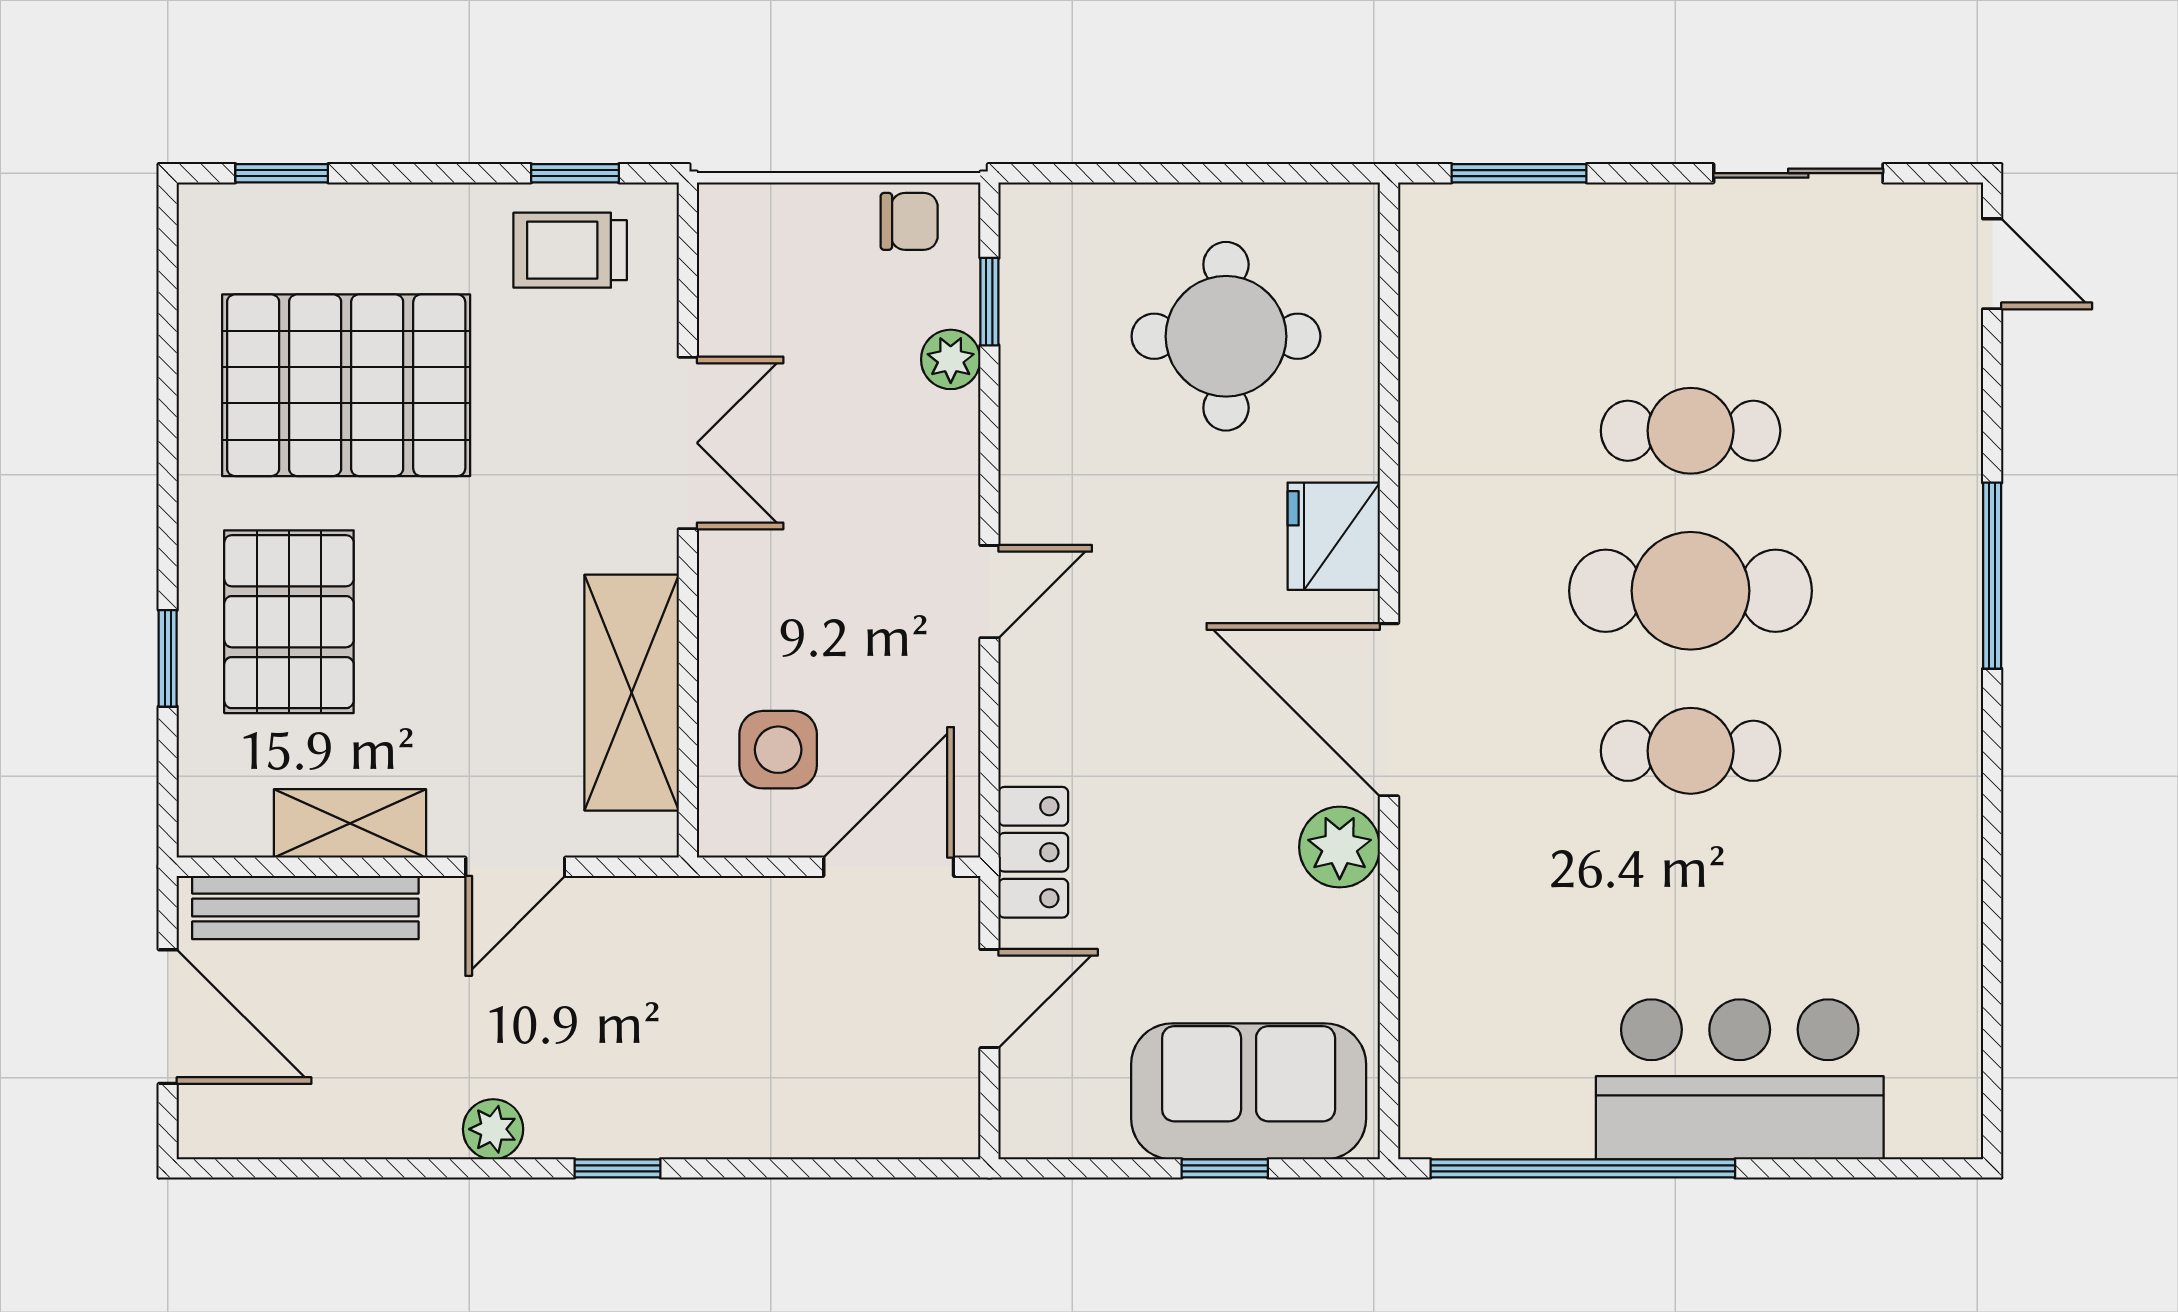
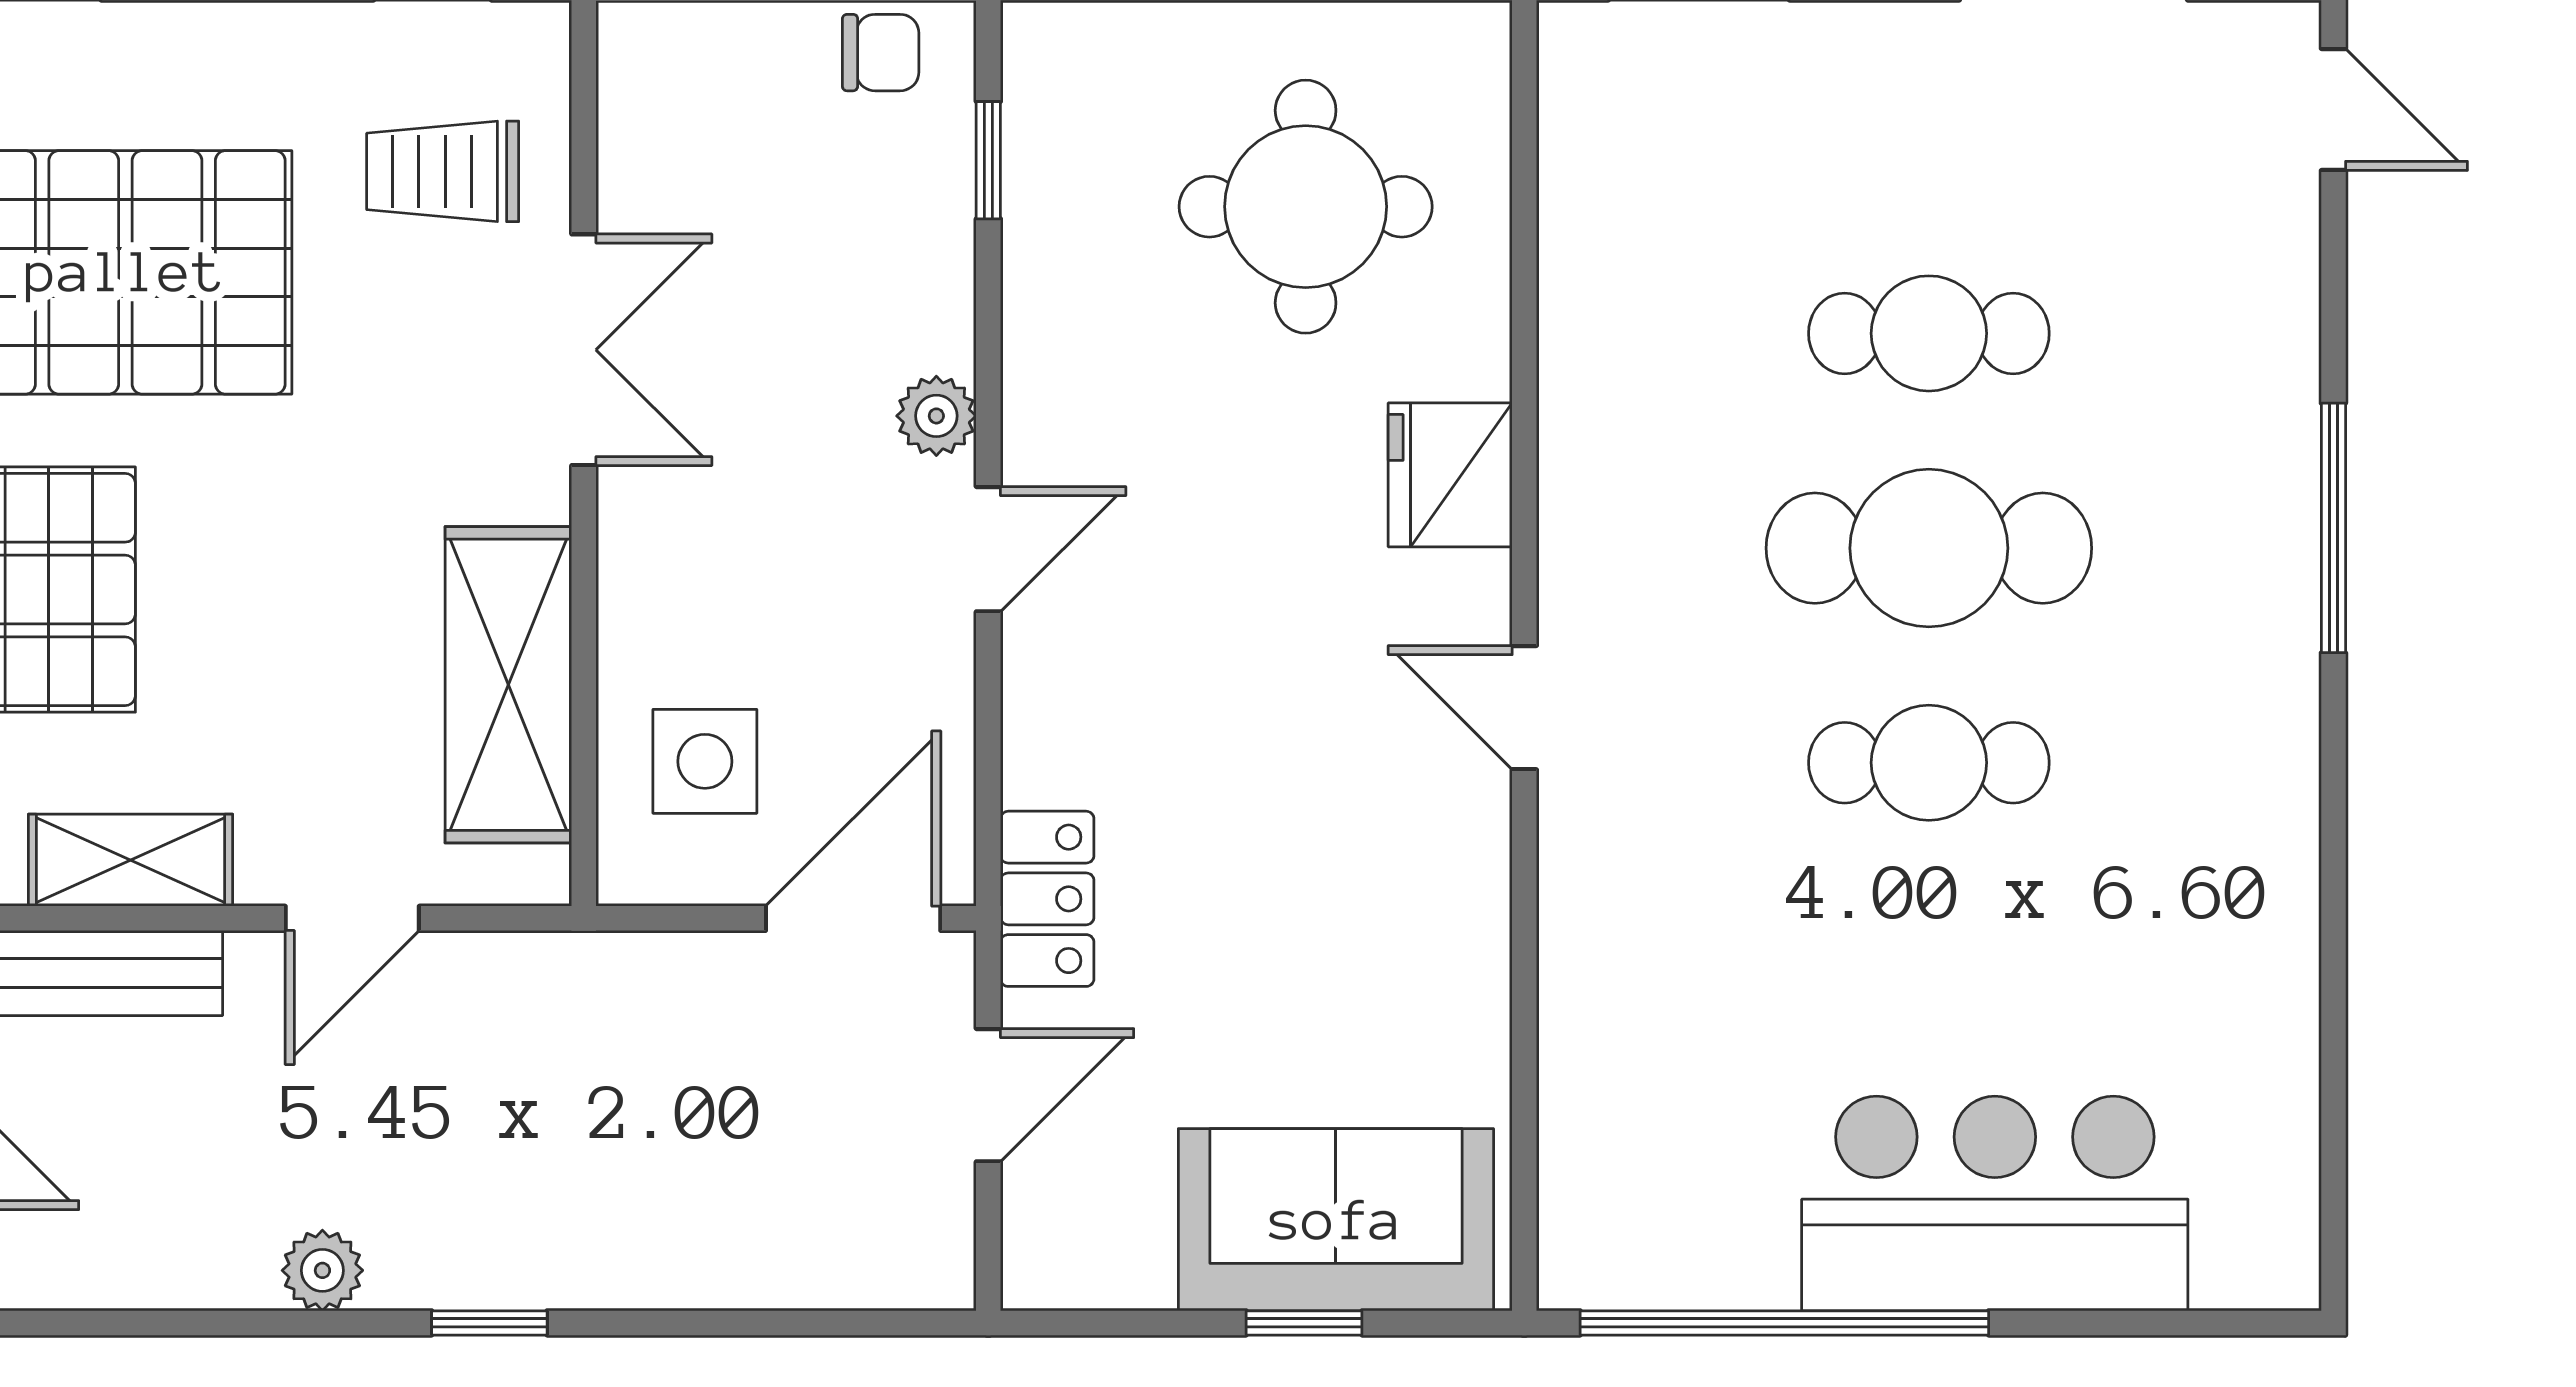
trolley: (570, 250) -> (443, 171), moved
plant: (951, 359) -> (936, 416), moved
door: (1389, 710) -> (1524, 708), width x0.53
plant: (1340, 847) -> (1458, 892), removed

